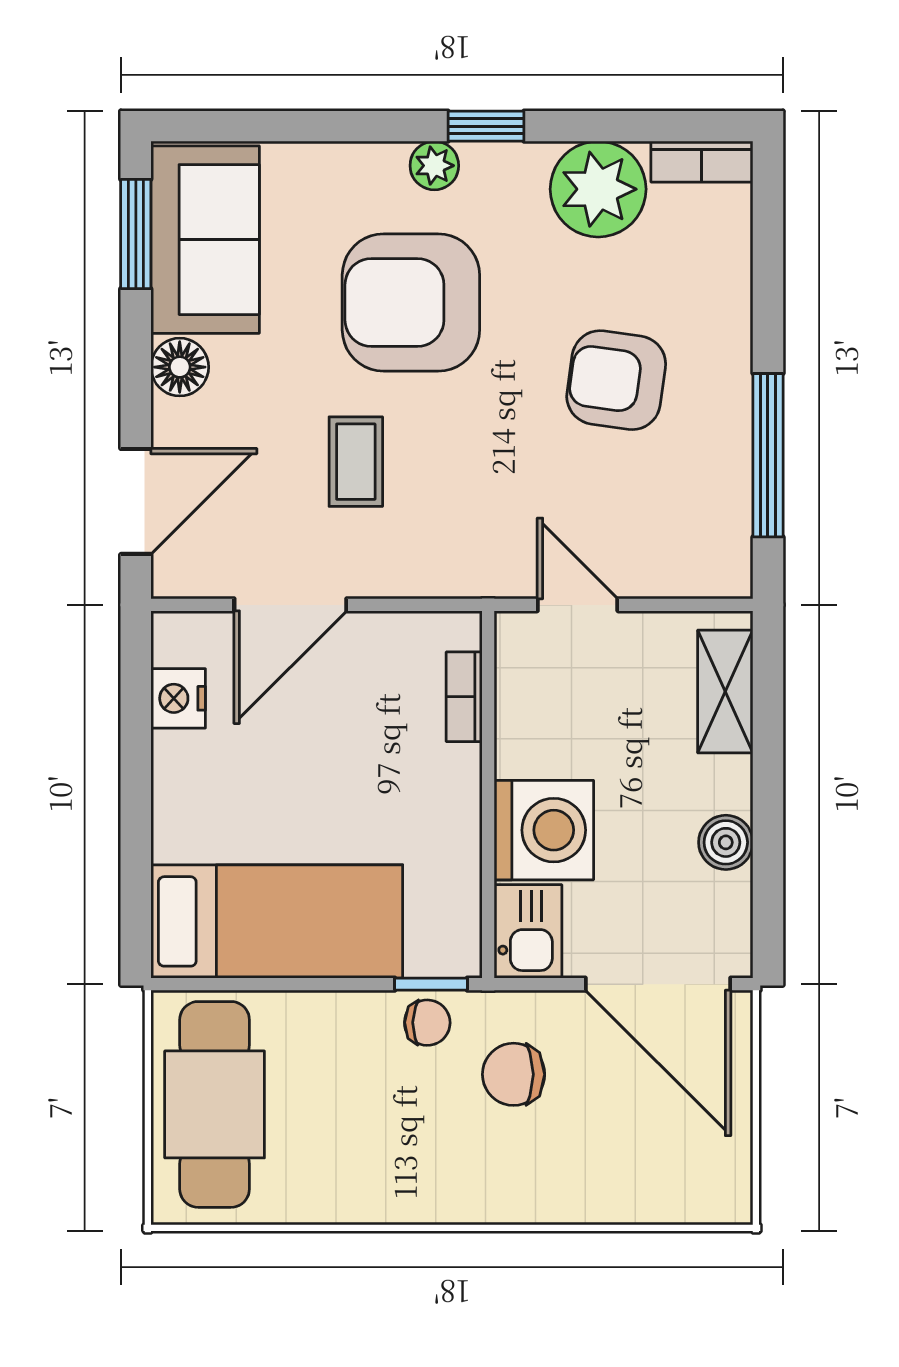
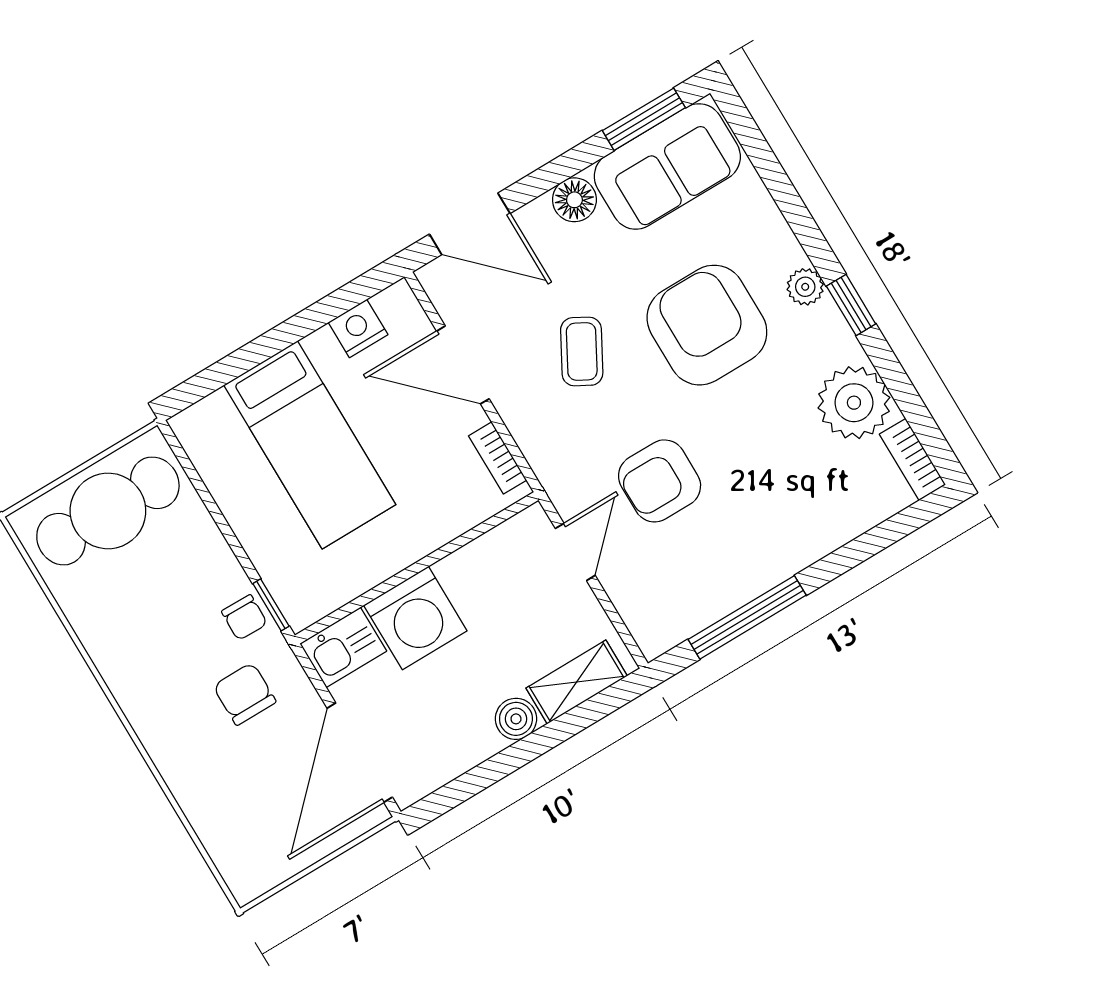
armchair: (616, 380) -> (660, 481), moved, turned -98
coffee table: (356, 462) -> (582, 351), turned -61
bookcase: (464, 697) -> (498, 458), moved, turned -90
boiler: (726, 842) -> (516, 719), moved
bed: (277, 921) -> (310, 445), moved

